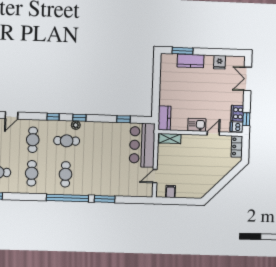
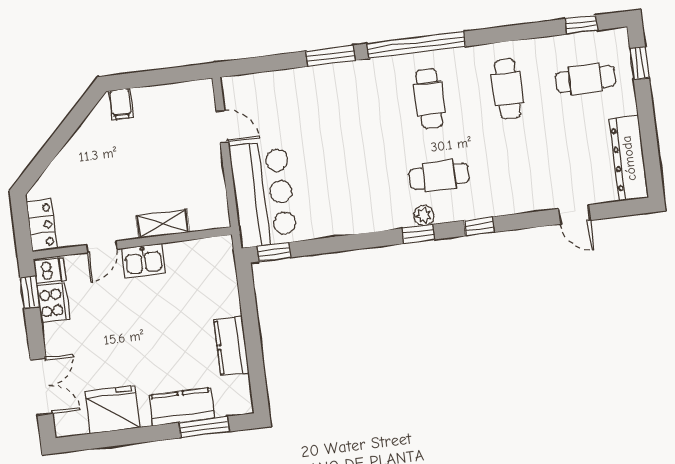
fridge: (220, 62) -> (113, 409), width x1.88, depth x1.34
door: (12, 115) -> (575, 214), swing flipped
kitchen counter: (164, 118) -> (231, 346), moved
window: (124, 119) -> (274, 252), moved
shelving: (170, 139) -> (163, 224), moved
cafe table: (33, 140) -> (517, 166), removed
door: (155, 176) -> (222, 127), hinge flipped
filing cabinet: (171, 191) -> (121, 104), moved

